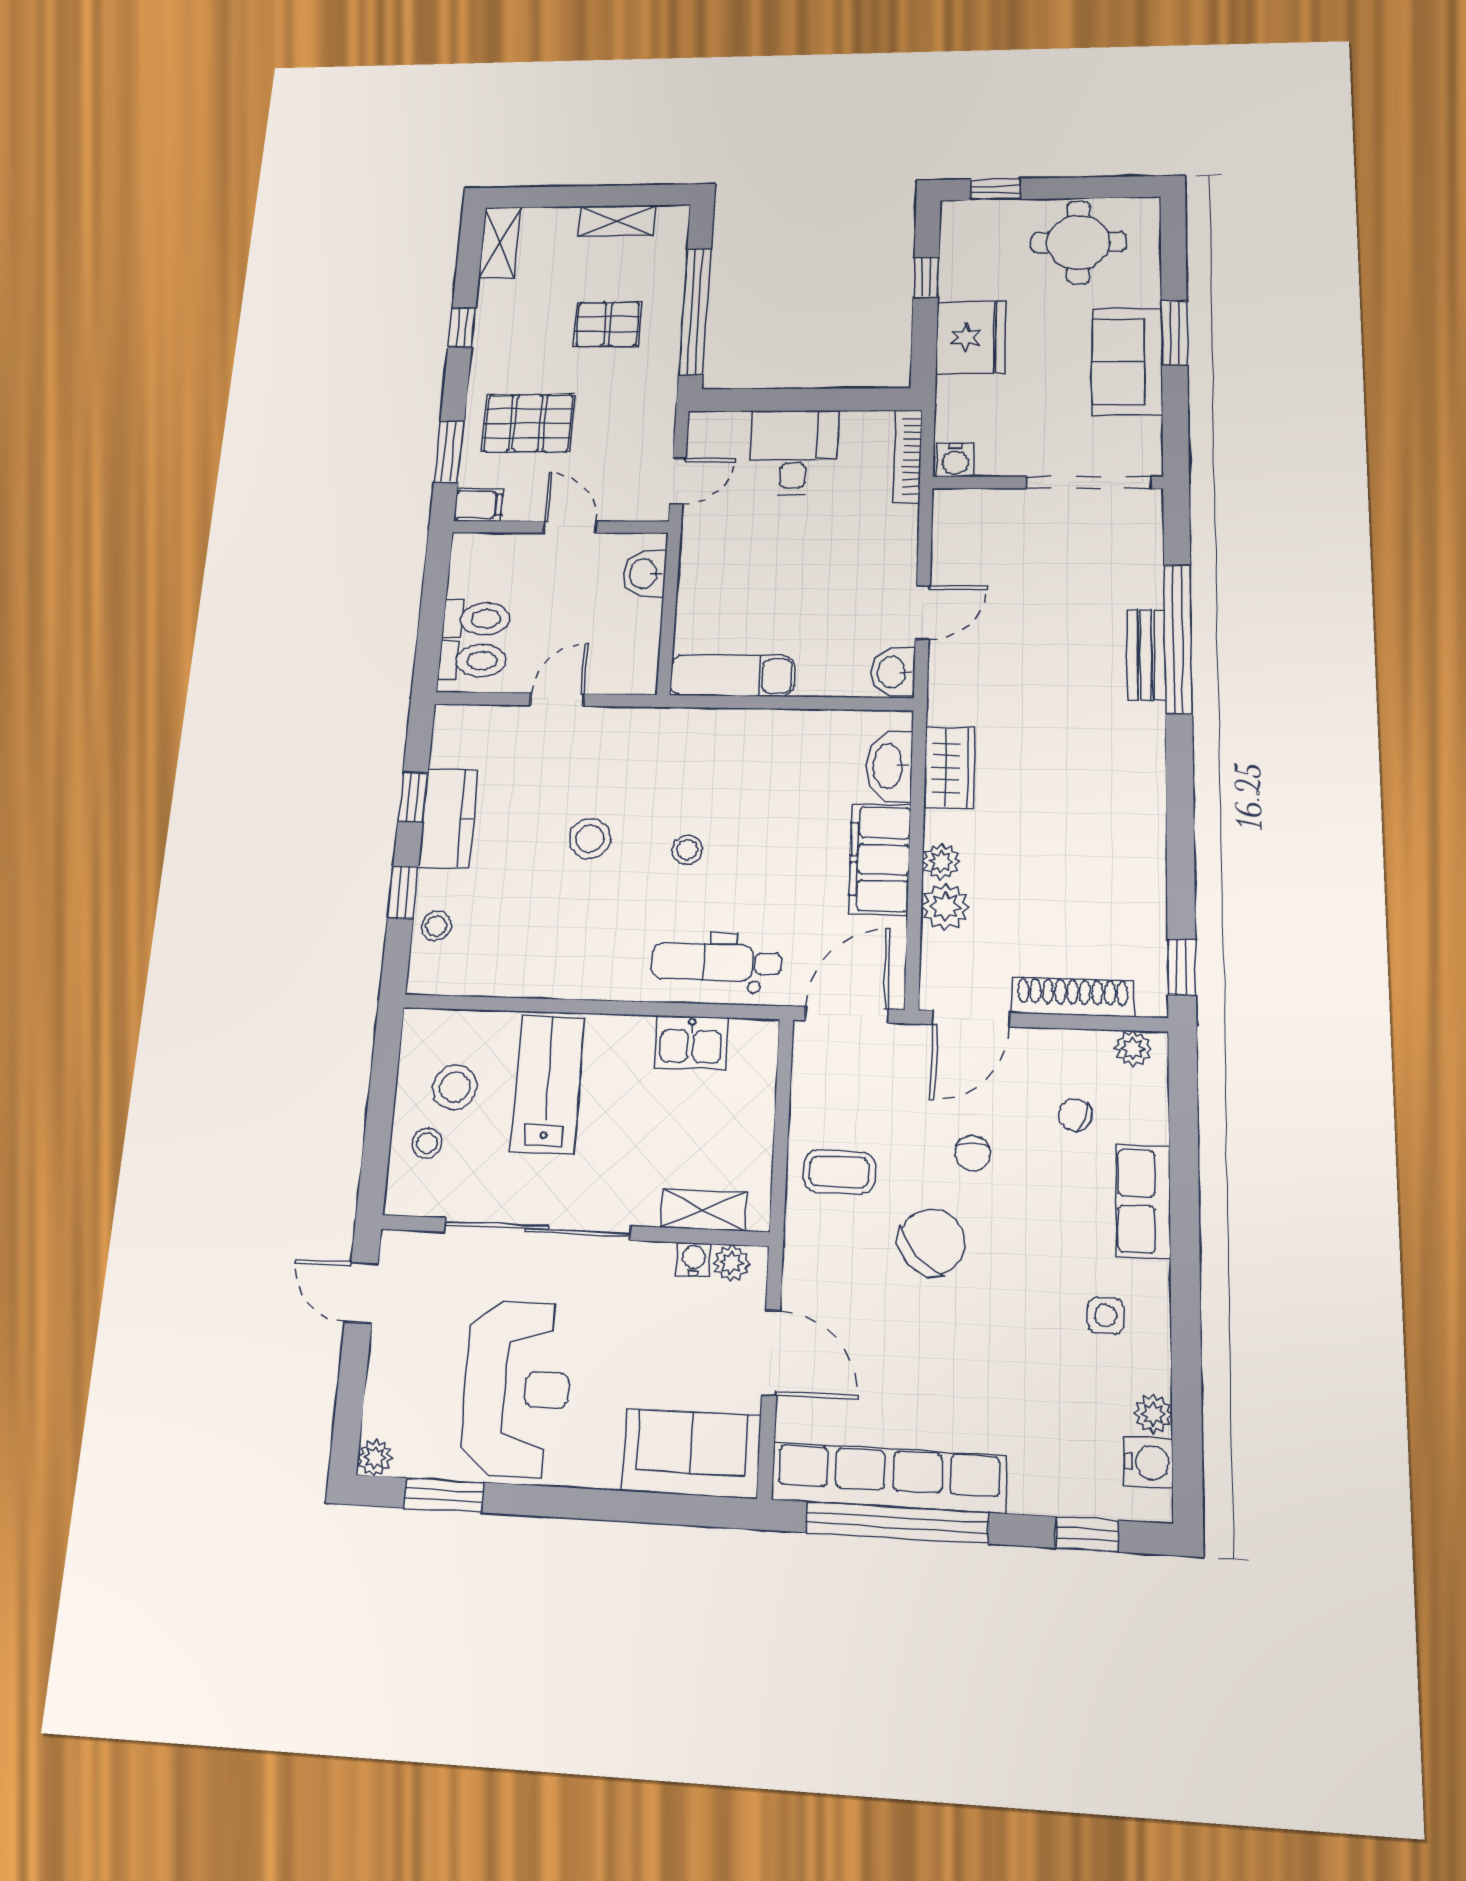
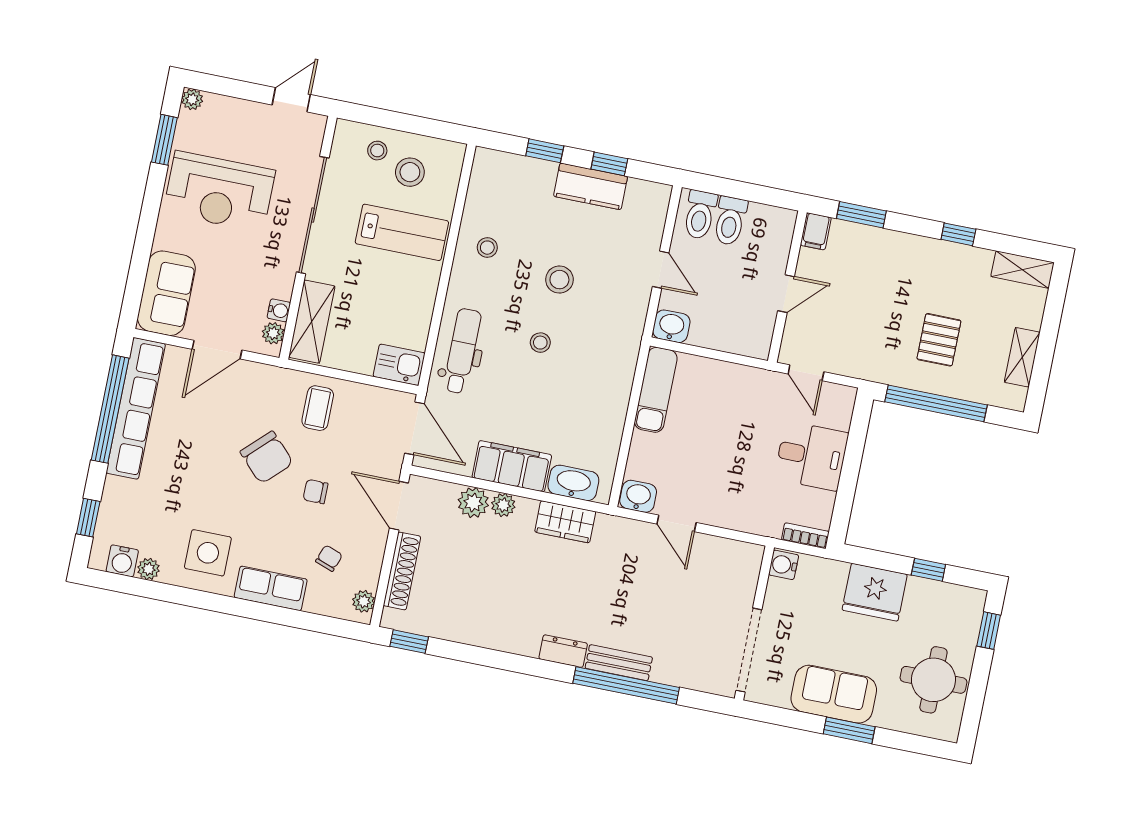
pallet: (528, 423) -> (872, 273), removed
bookcase: (908, 456) -> (805, 536), width x0.64
washbasin: (644, 574) -> (671, 326), moved
dresser: (1146, 736) -> (563, 651), added
stool: (436, 926) -> (487, 248), moved
kitchen sink: (691, 1043) -> (399, 365), moved, turned 90
shelving: (704, 1210) -> (312, 322), width x1.50, depth x1.33
side table: (1106, 1316) -> (208, 553), width x1.87, depth x1.87

